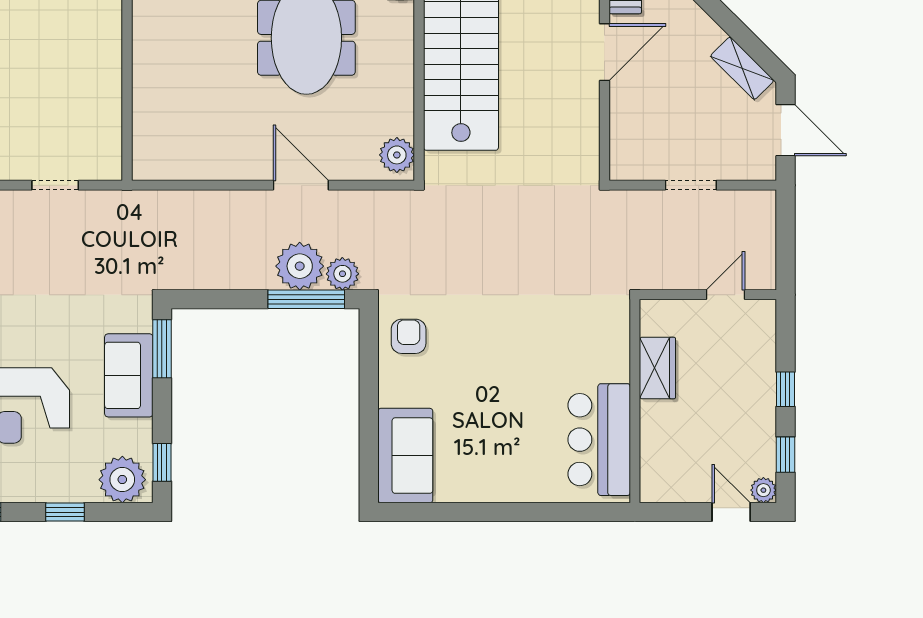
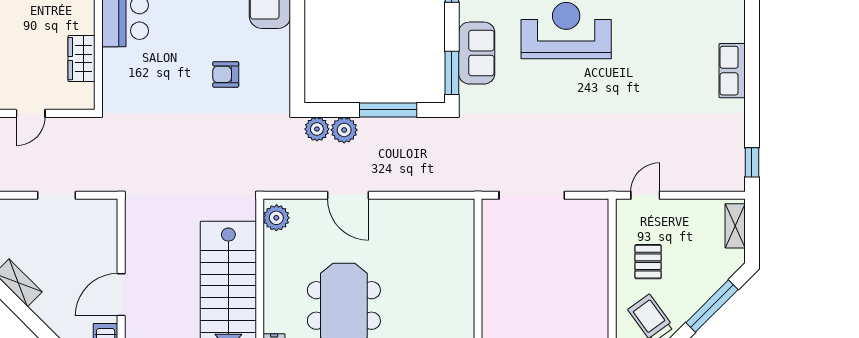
doorway: (55, 185) -> (532, 195), width x1.87
plant: (300, 266) -> (344, 130), width x0.73, depth x0.73
window: (306, 299) -> (388, 110), moved
armchair: (409, 336) -> (226, 74), moved, turned 90

